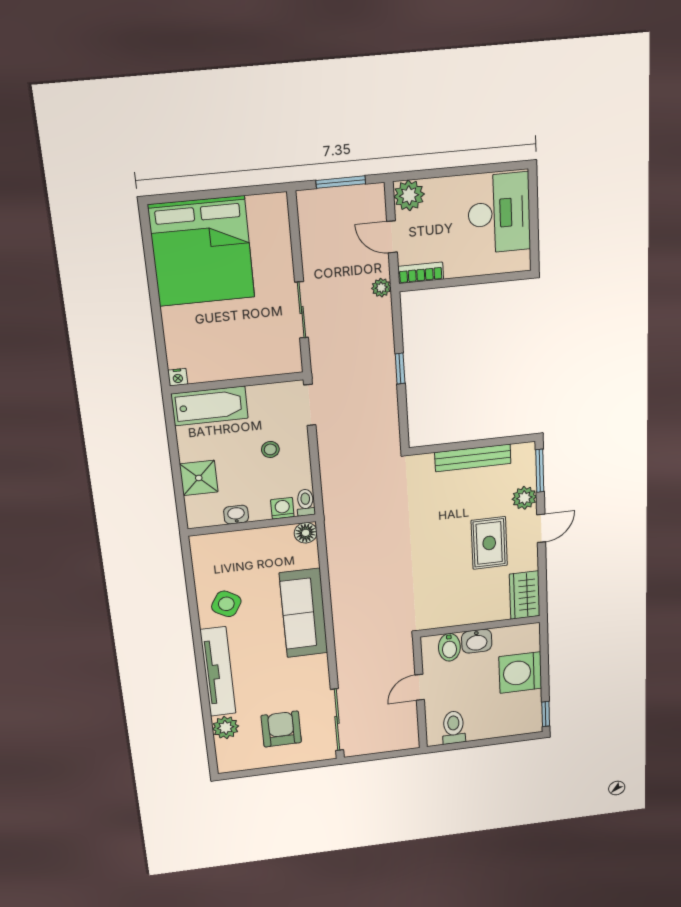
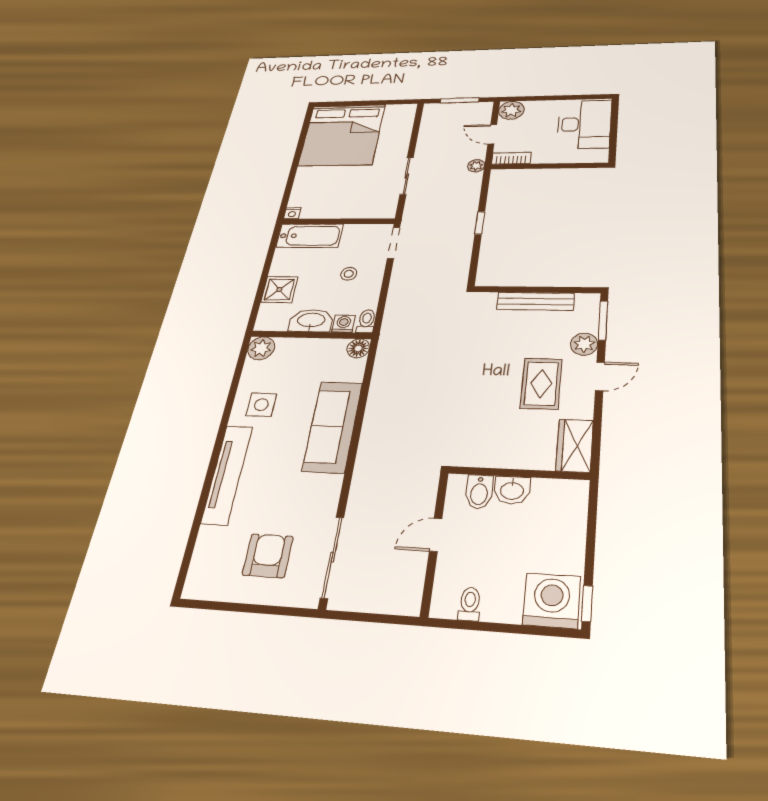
washbasin: (236, 515) -> (311, 321), width x1.91, depth x1.45
side table: (226, 604) -> (261, 405), turned -31
washing machine: (520, 673) -> (552, 601), moved, turned 90
toilet: (454, 727) -> (470, 604), width x0.73, depth x0.72
plant: (226, 728) -> (261, 348), moved

